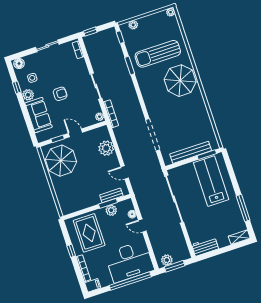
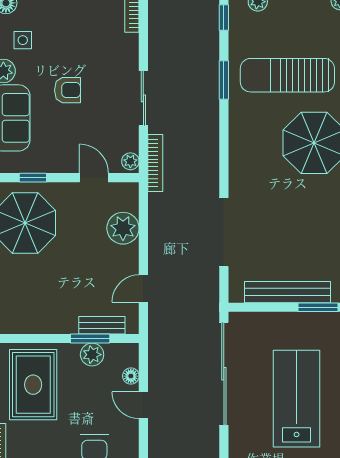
door: (75, 133) -> (94, 178), moved
door: (125, 172) -> (143, 288), hinge flipped
lab bench: (211, 181) -> (297, 399), moved

